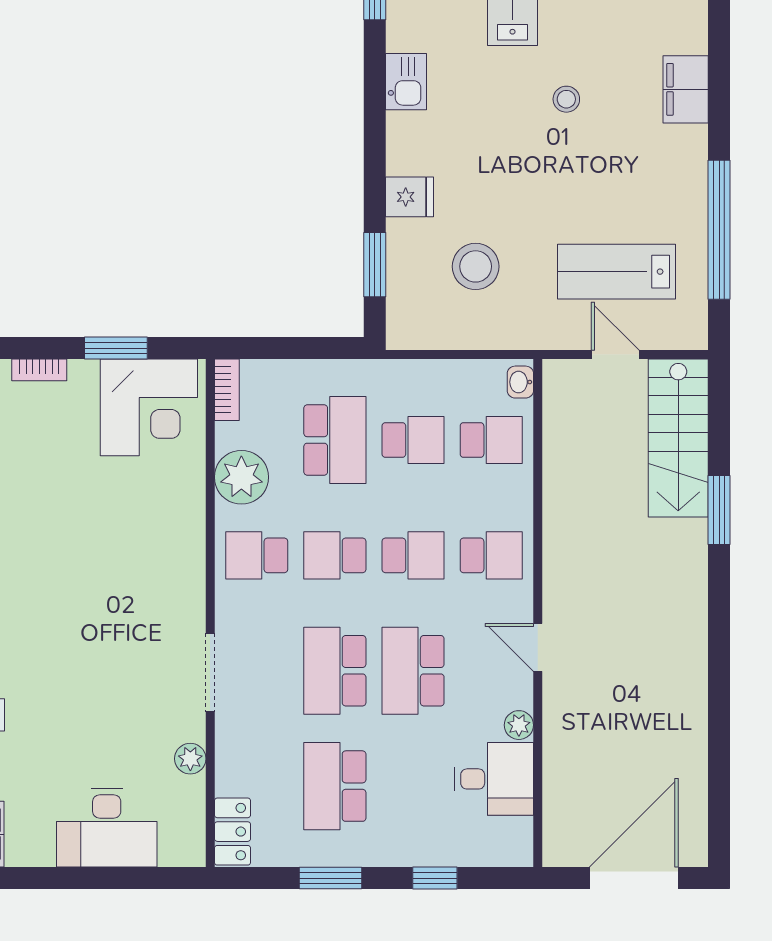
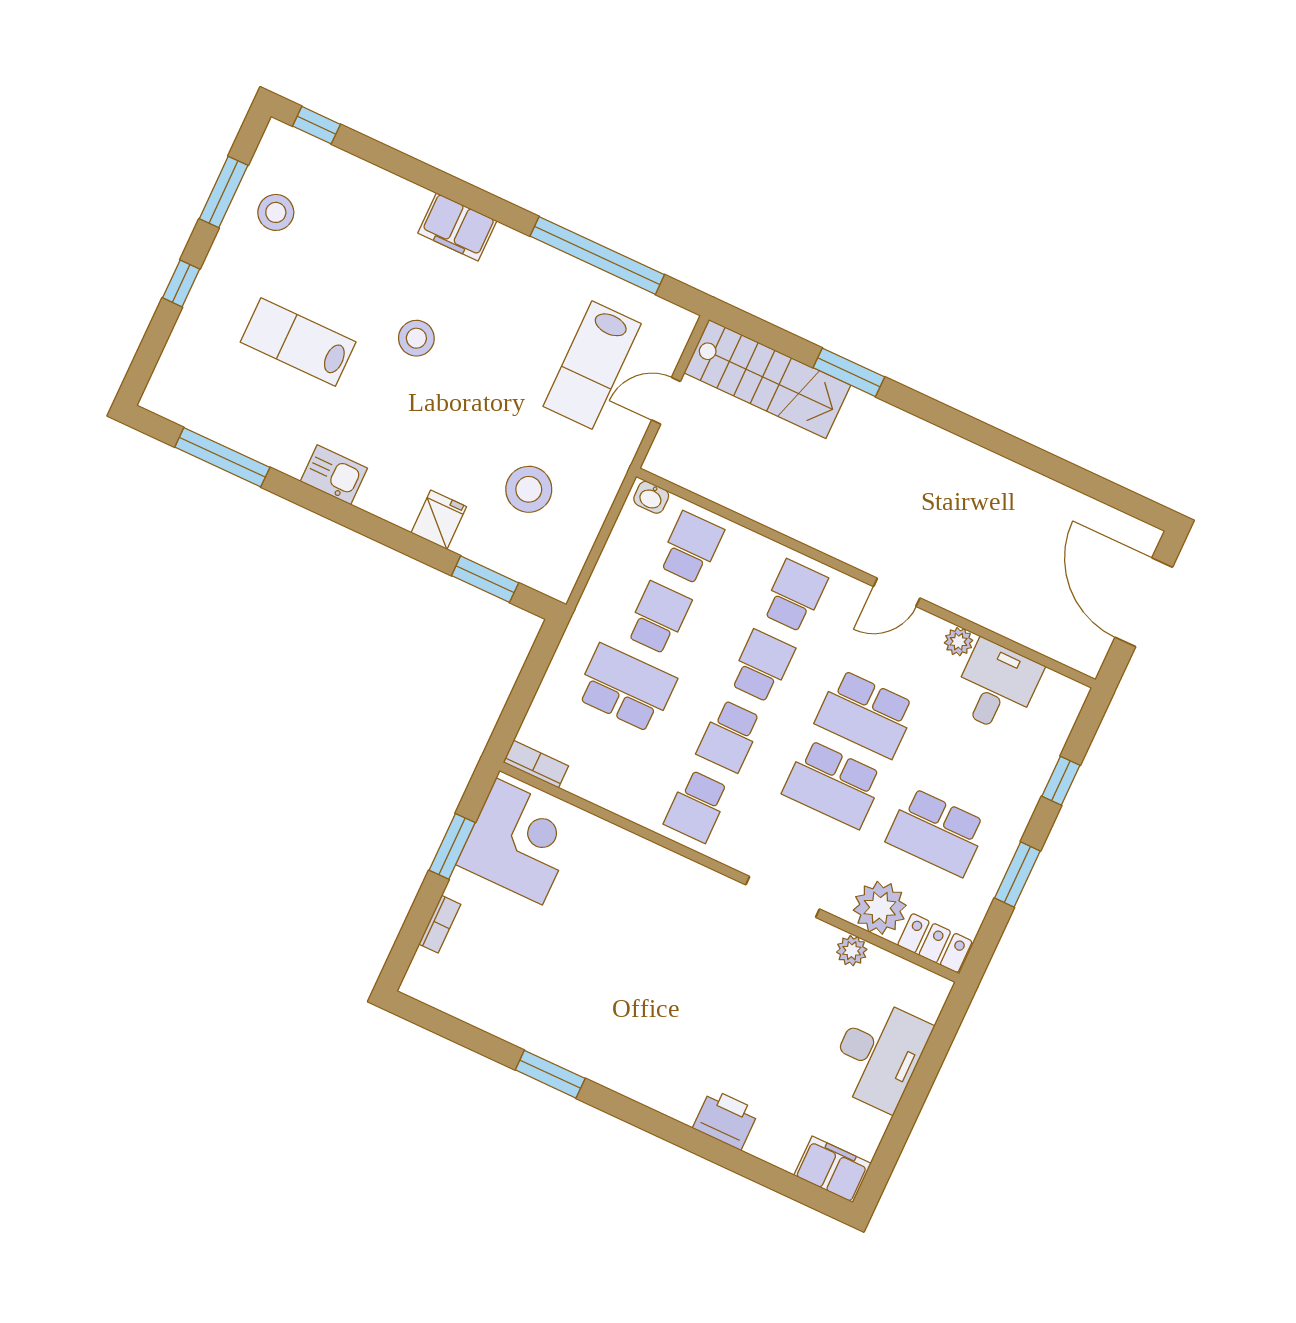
stool: (566, 99) -> (416, 338), width x1.37, depth x1.37
plant: (241, 477) -> (880, 908), moved

